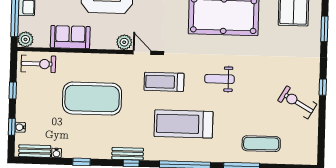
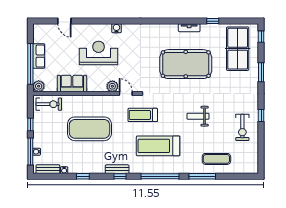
weight bench: (219, 79) -> (198, 116), moved
exercise bike: (297, 102) -> (242, 127), turned -120
window: (12, 127) -> (30, 152), width x2.17

